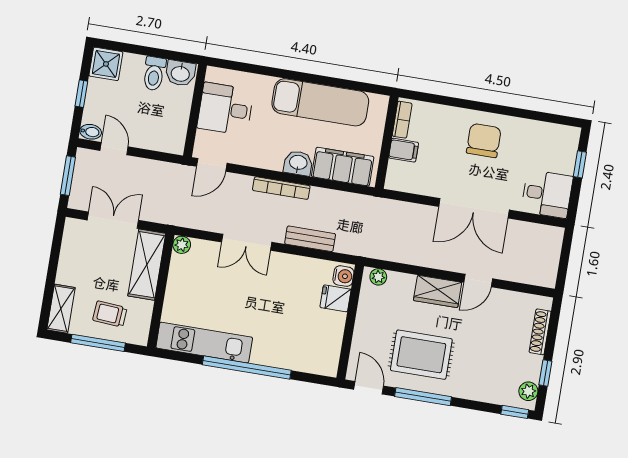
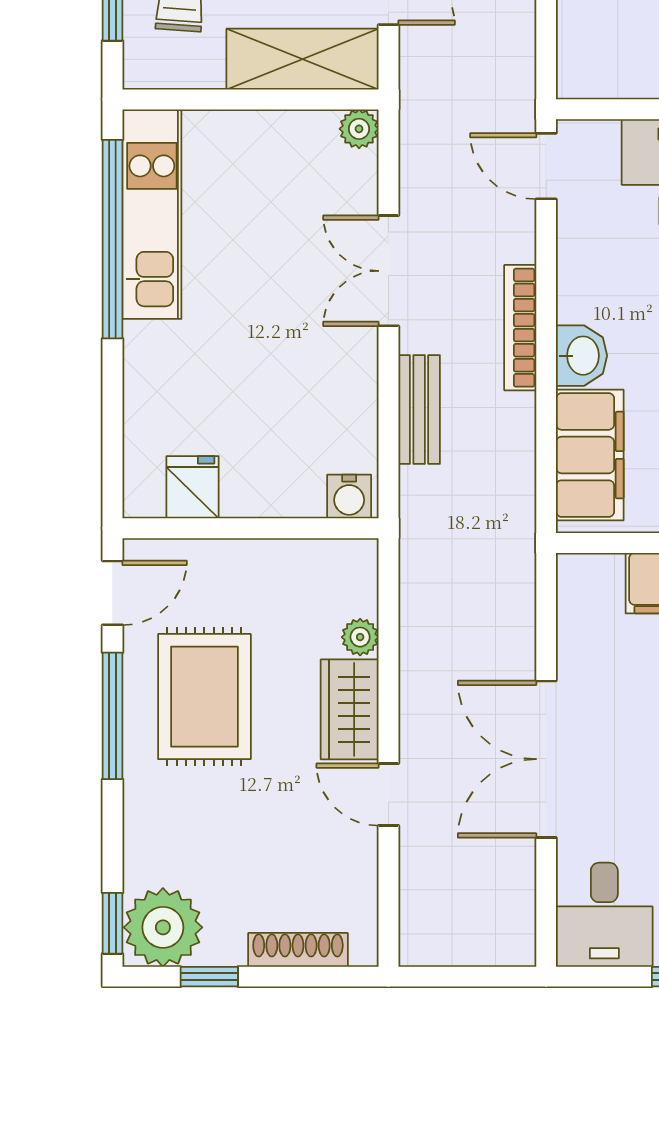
plant: (378, 277) -> (360, 637), moved
fridge: (336, 298) -> (193, 487), moved
window: (247, 368) -> (112, 239), moved
plant: (528, 391) -> (163, 927), width x1.87, depth x1.87

